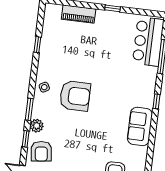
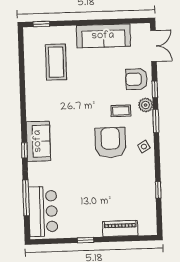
armchair: (75, 96) -> (110, 143), turned 90
coffee table: (61, 124) -> (121, 111), added
sofa: (140, 126) -> (38, 141), moved
armchair: (41, 151) -> (136, 79), turned -83

